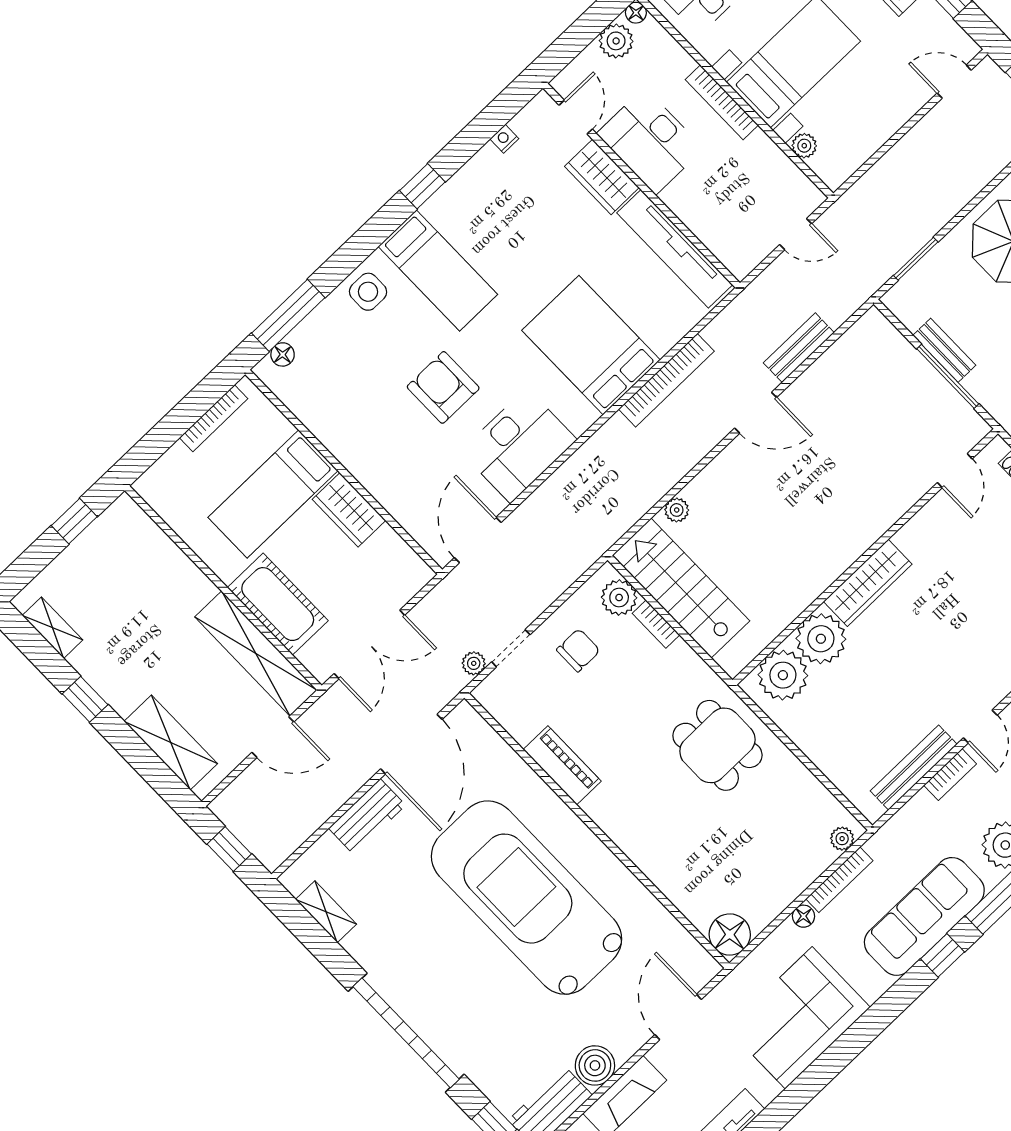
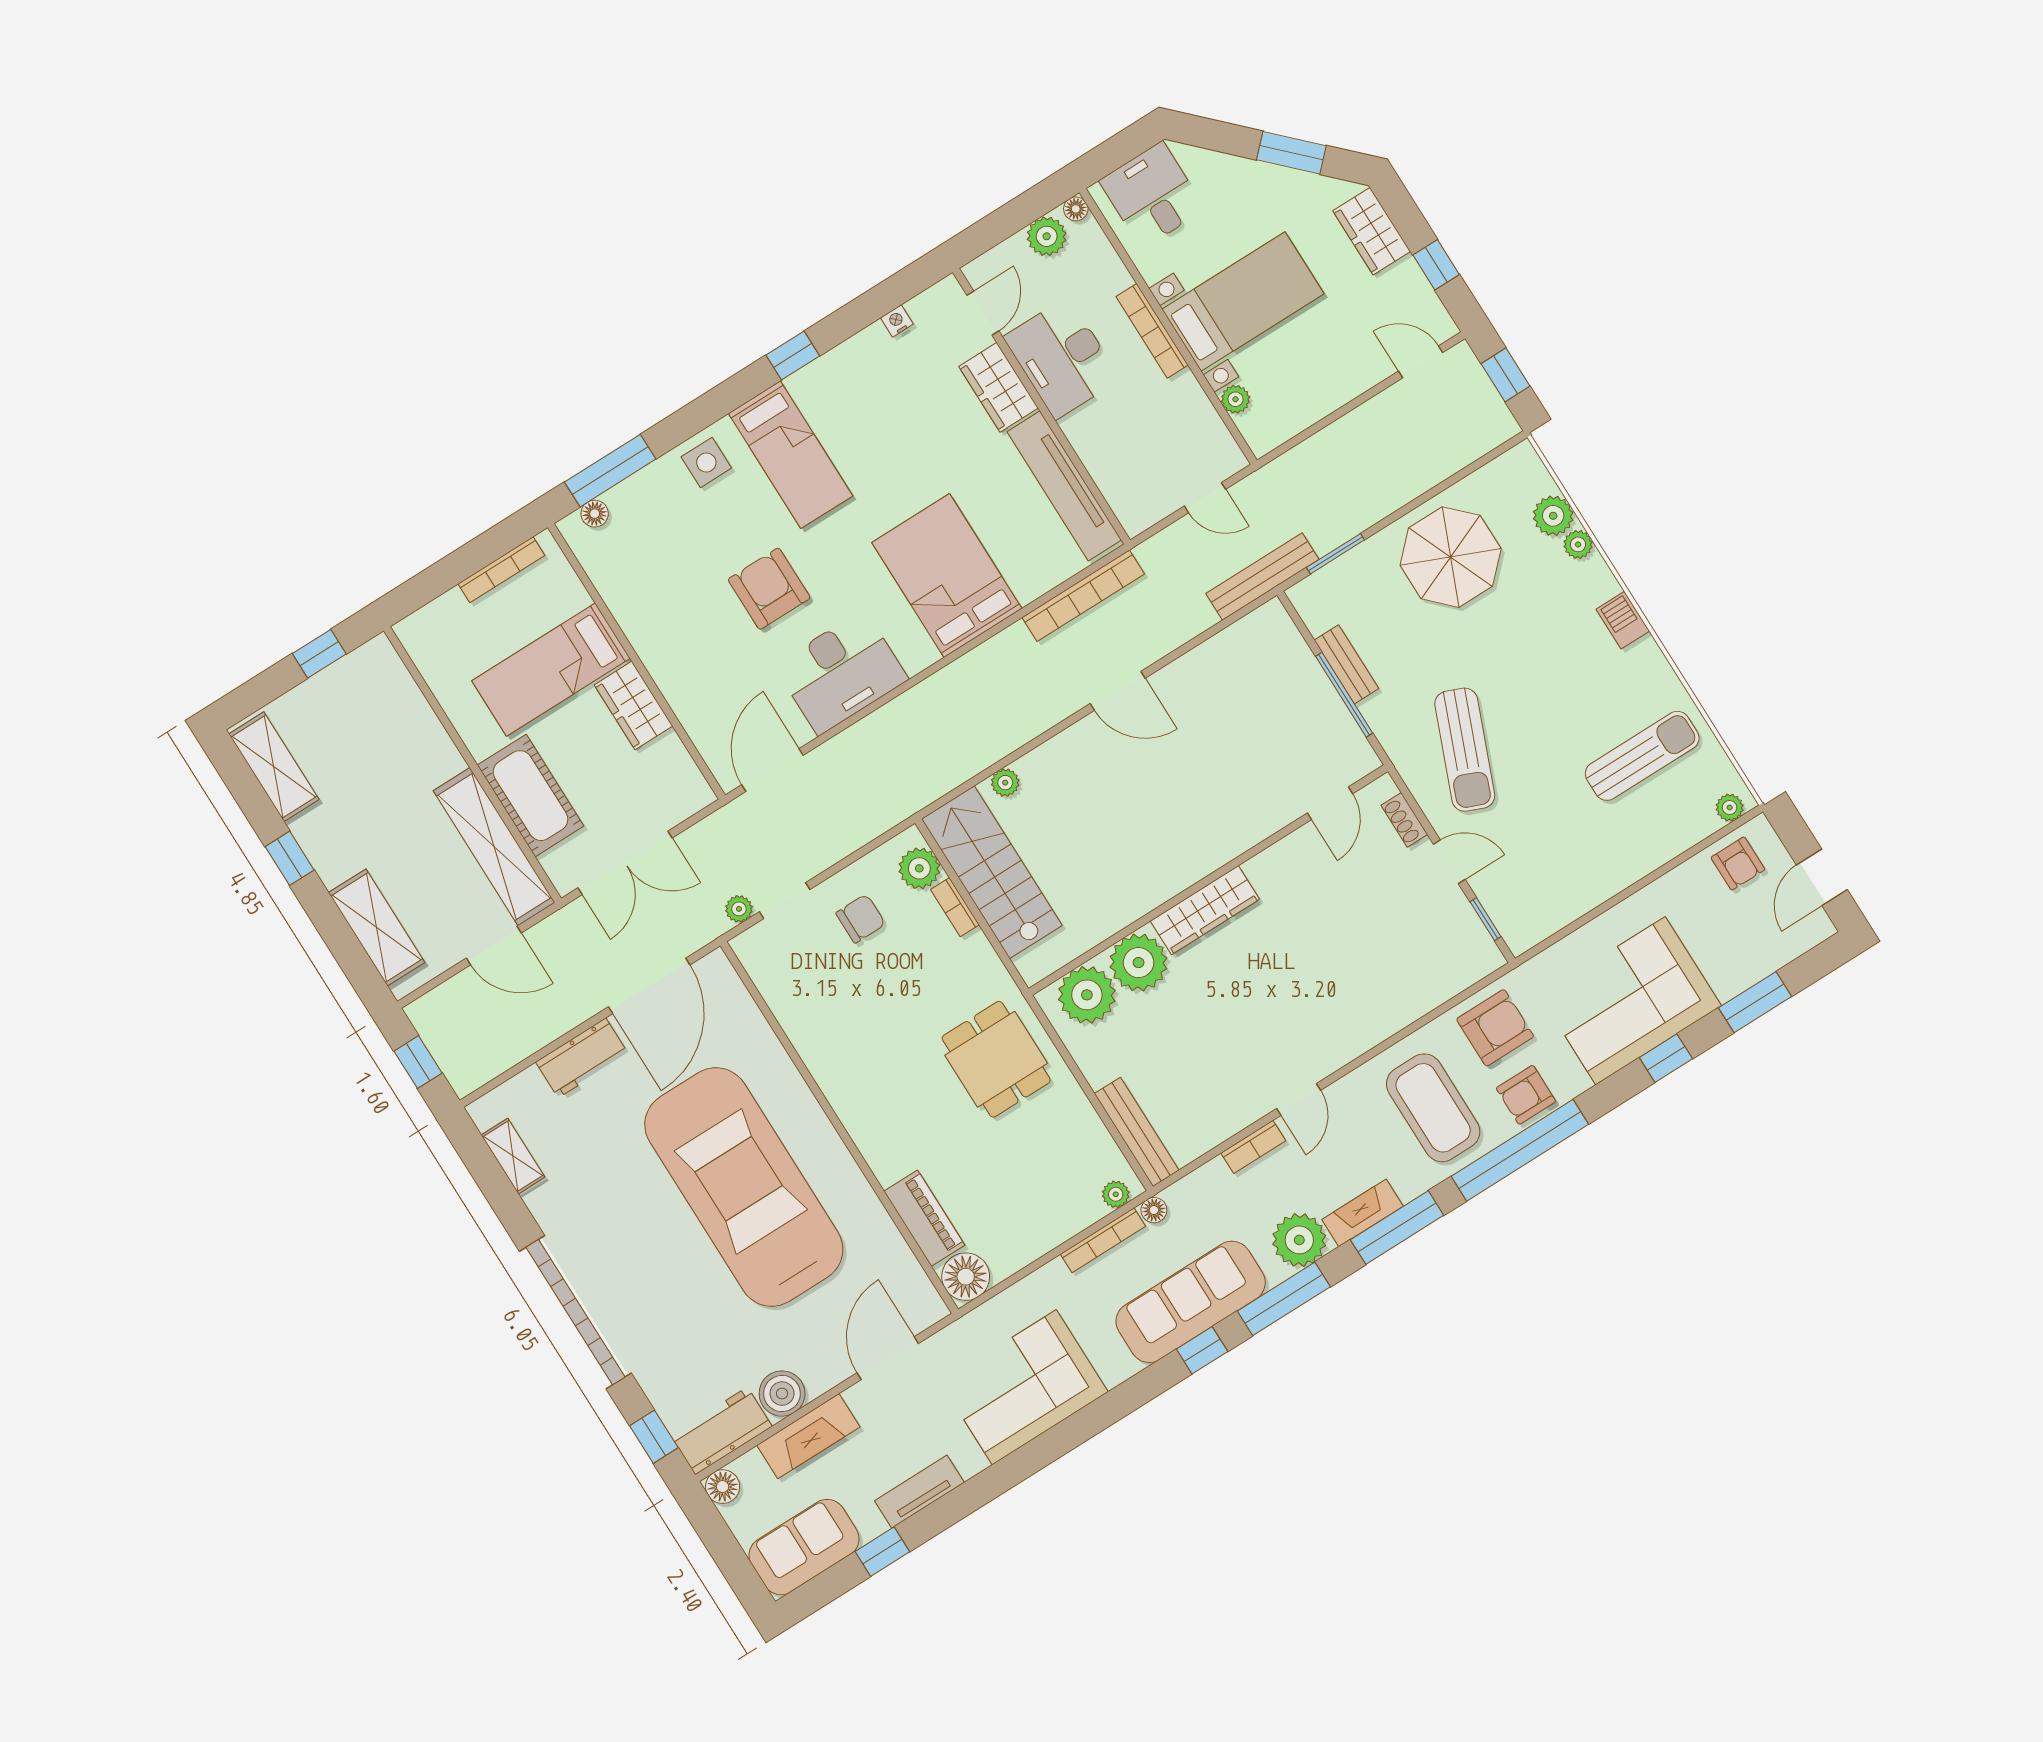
bench: (799, 348) -> (1262, 576), moved, width x1.36
bookcase: (666, 380) -> (1083, 596), moved
shelving: (52, 628) -> (274, 767), width x1.50, depth x1.33
piano: (562, 765) -> (924, 1218), moved
bench: (914, 768) -> (1137, 1132), moved, turned 90
floor lamp: (804, 916) -> (1154, 1210), moved

